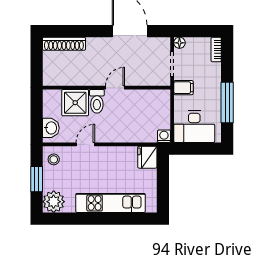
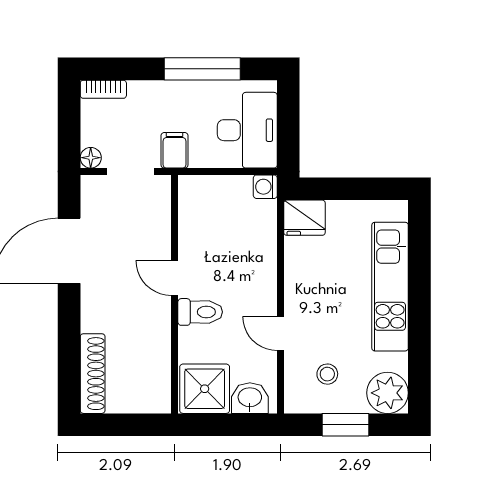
shower: (75, 103) -> (205, 389), moved
stool: (54, 159) -> (327, 374), moved

